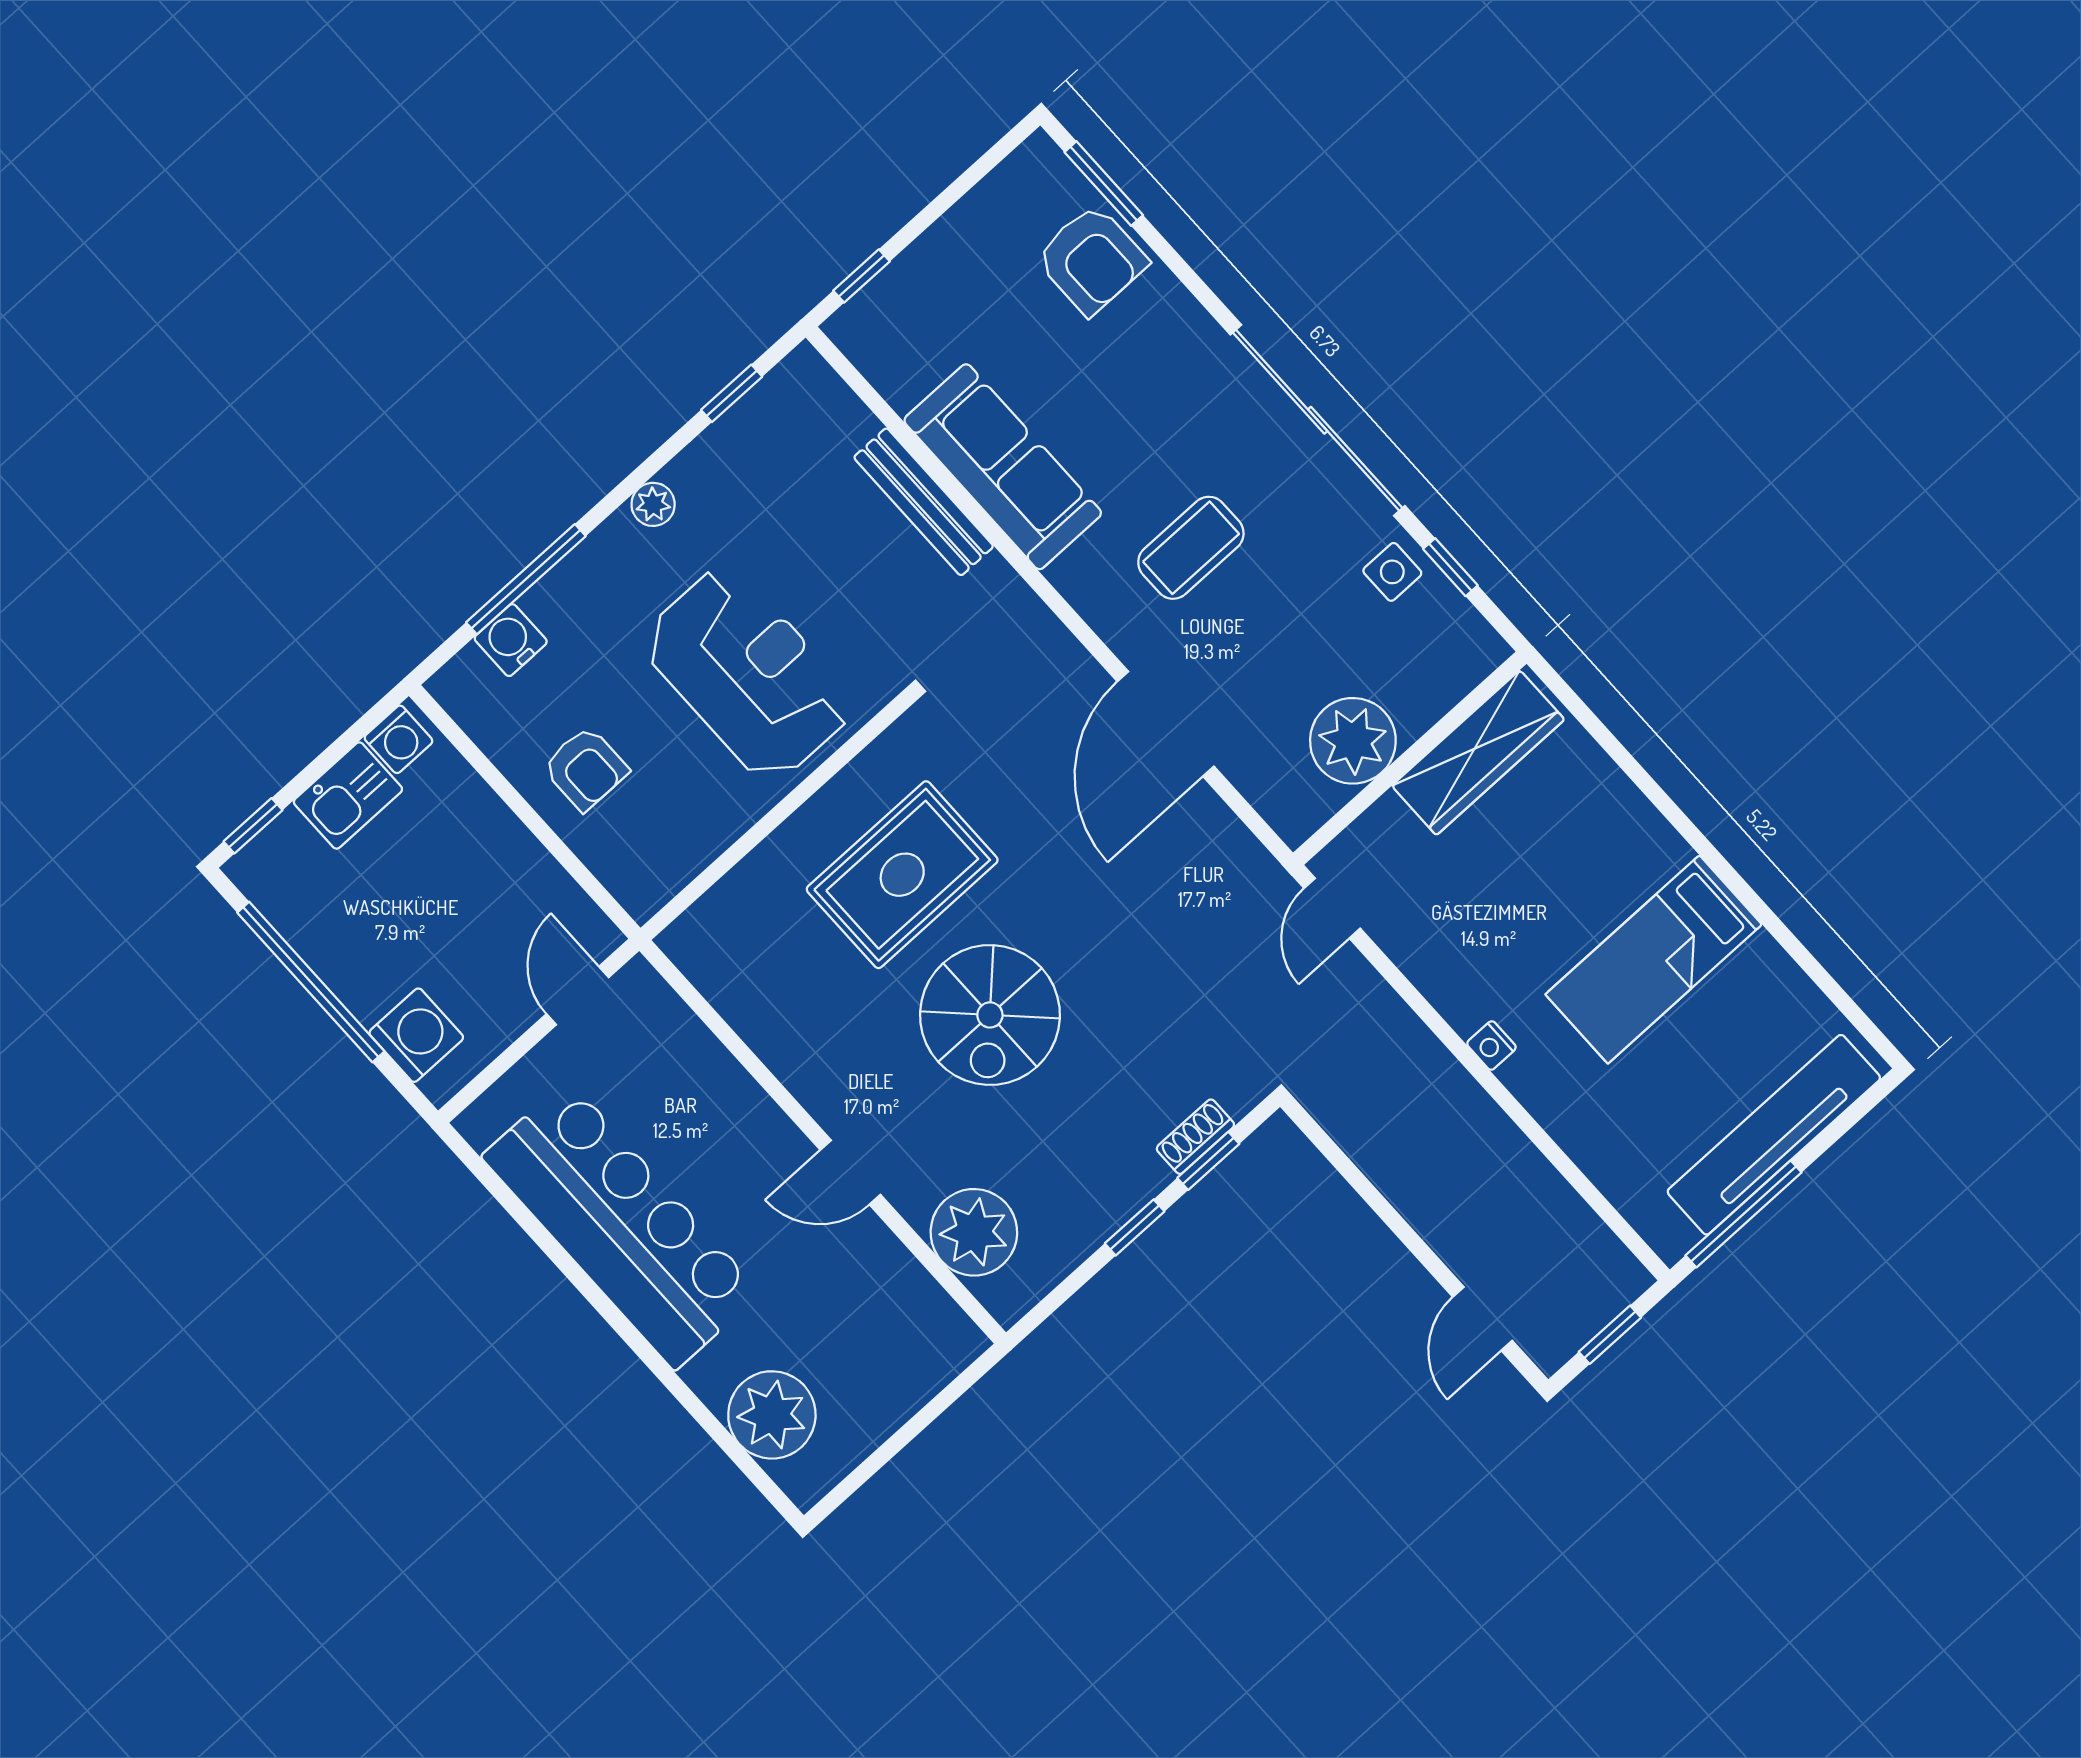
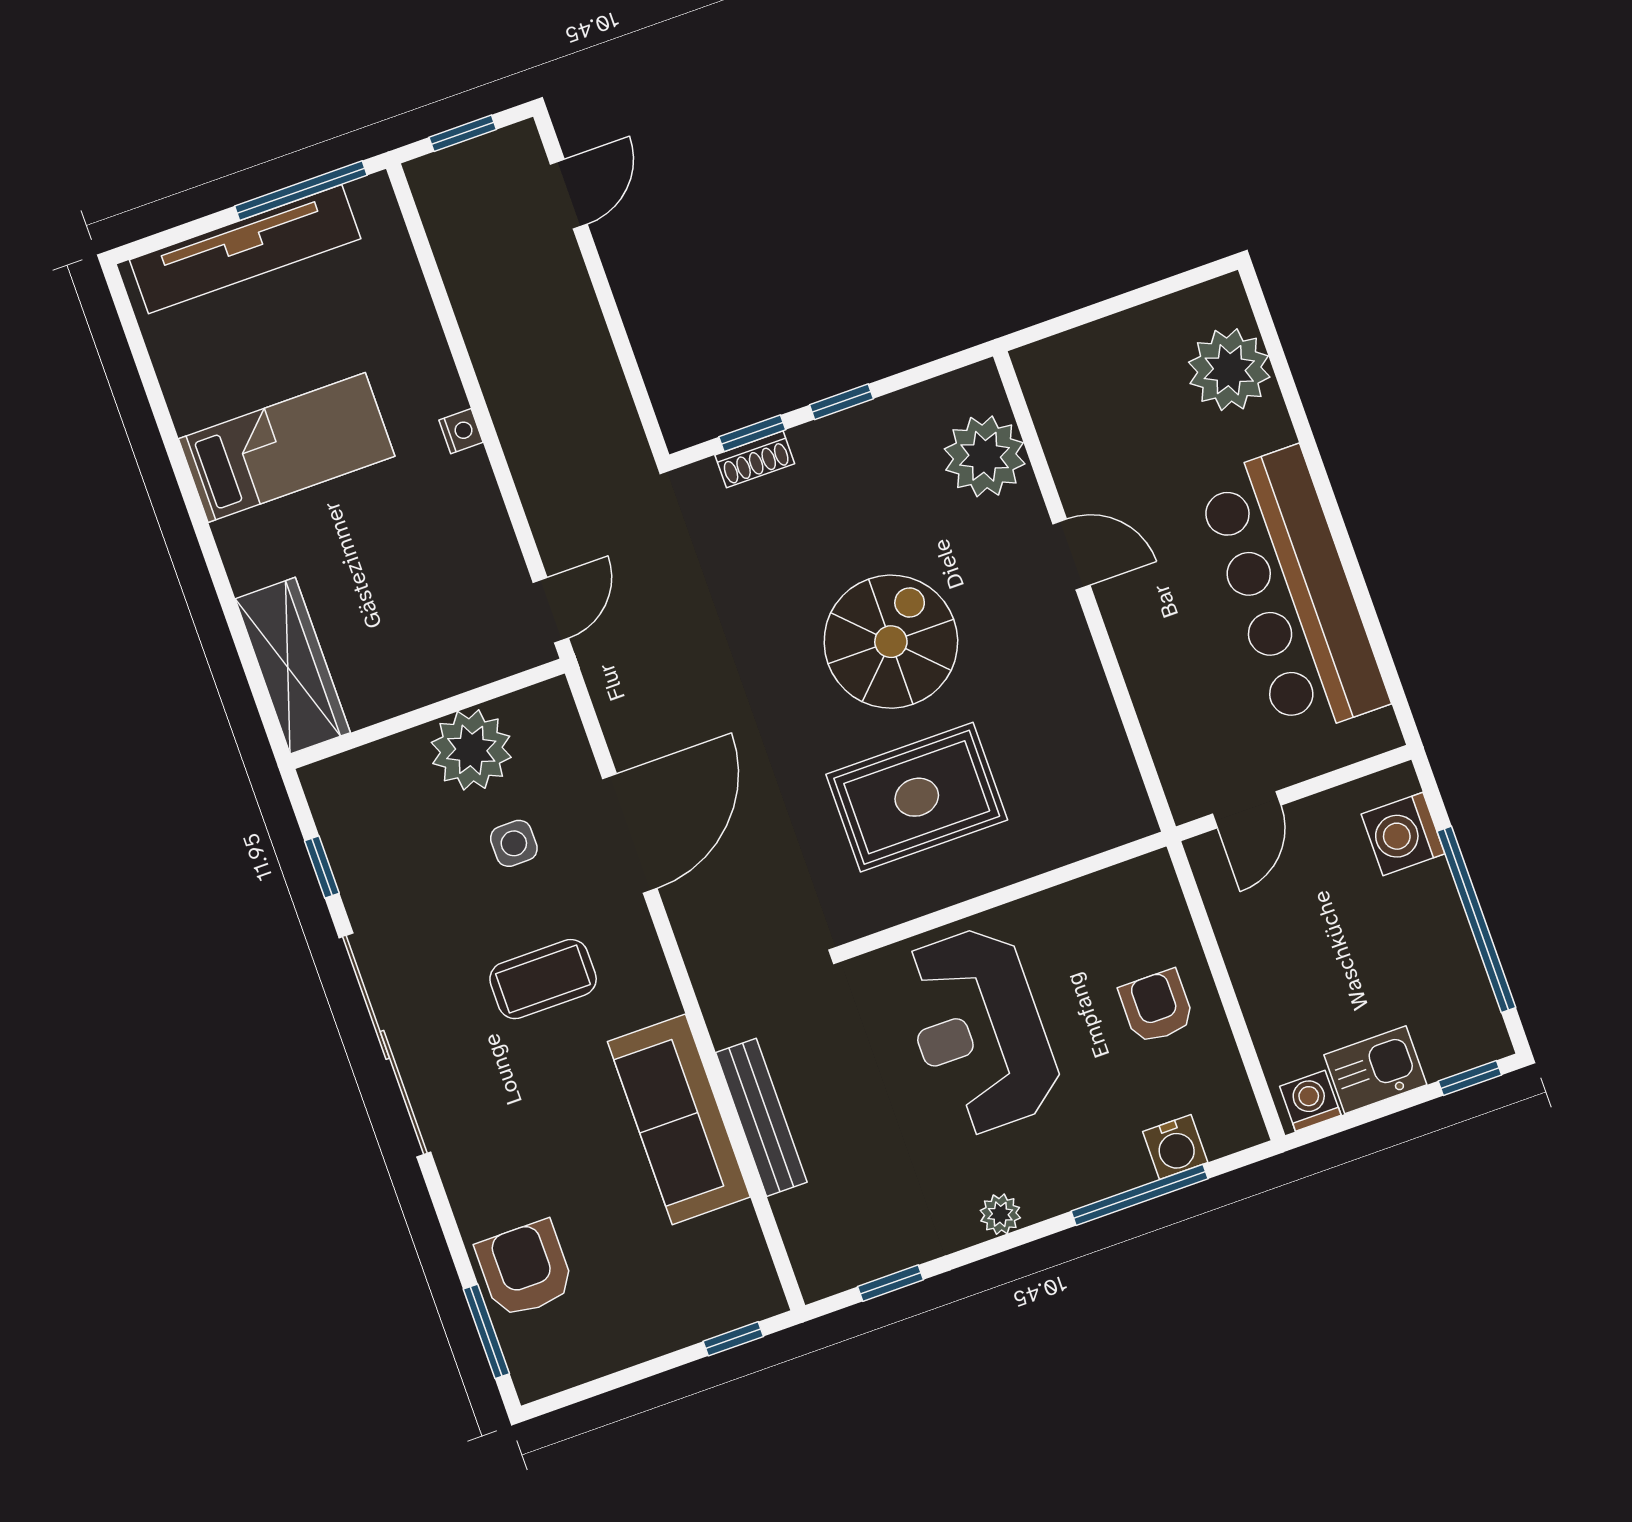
side table: (1392, 572) -> (514, 843), moved
wardrobe: (1478, 753) -> (293, 666), moved, turned 90

